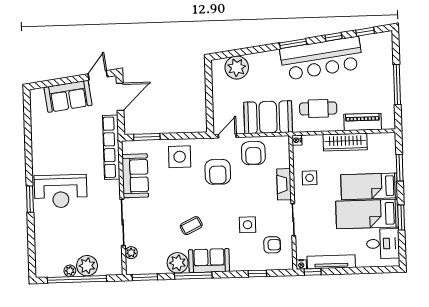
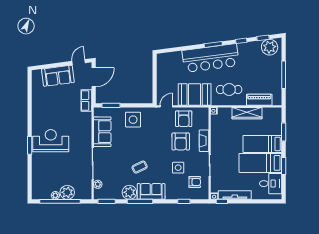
bar counter: (322, 58) -> (211, 58), moved
plant: (237, 67) -> (270, 47), moved
row of seats: (111, 147) -> (86, 100), width x0.50
armchair: (218, 172) -> (181, 142), moved
side table: (310, 178) -> (222, 137), removed
reception desk: (61, 191) -> (51, 141), turned 180

